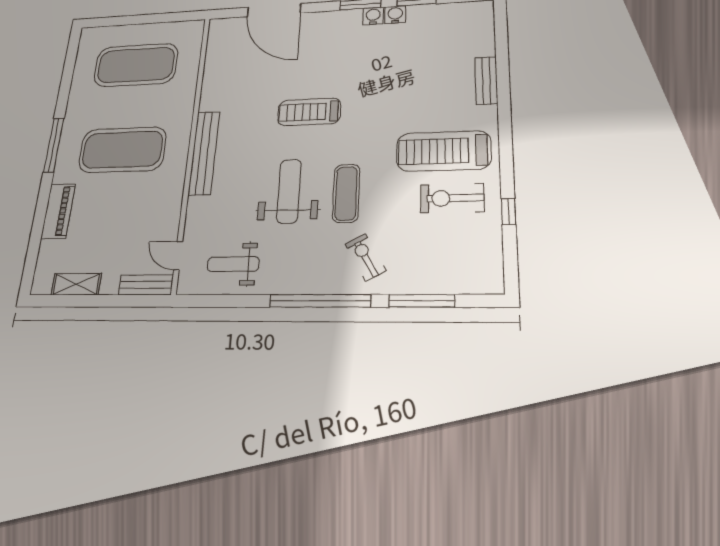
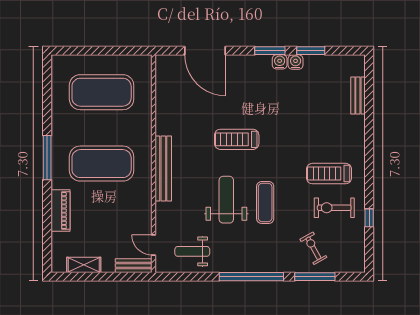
bench: (486, 81) -> (358, 95), moved
treadmill: (444, 151) -> (329, 174), width x0.73, depth x0.73
exercise bike: (365, 257) -> (313, 248), moved

